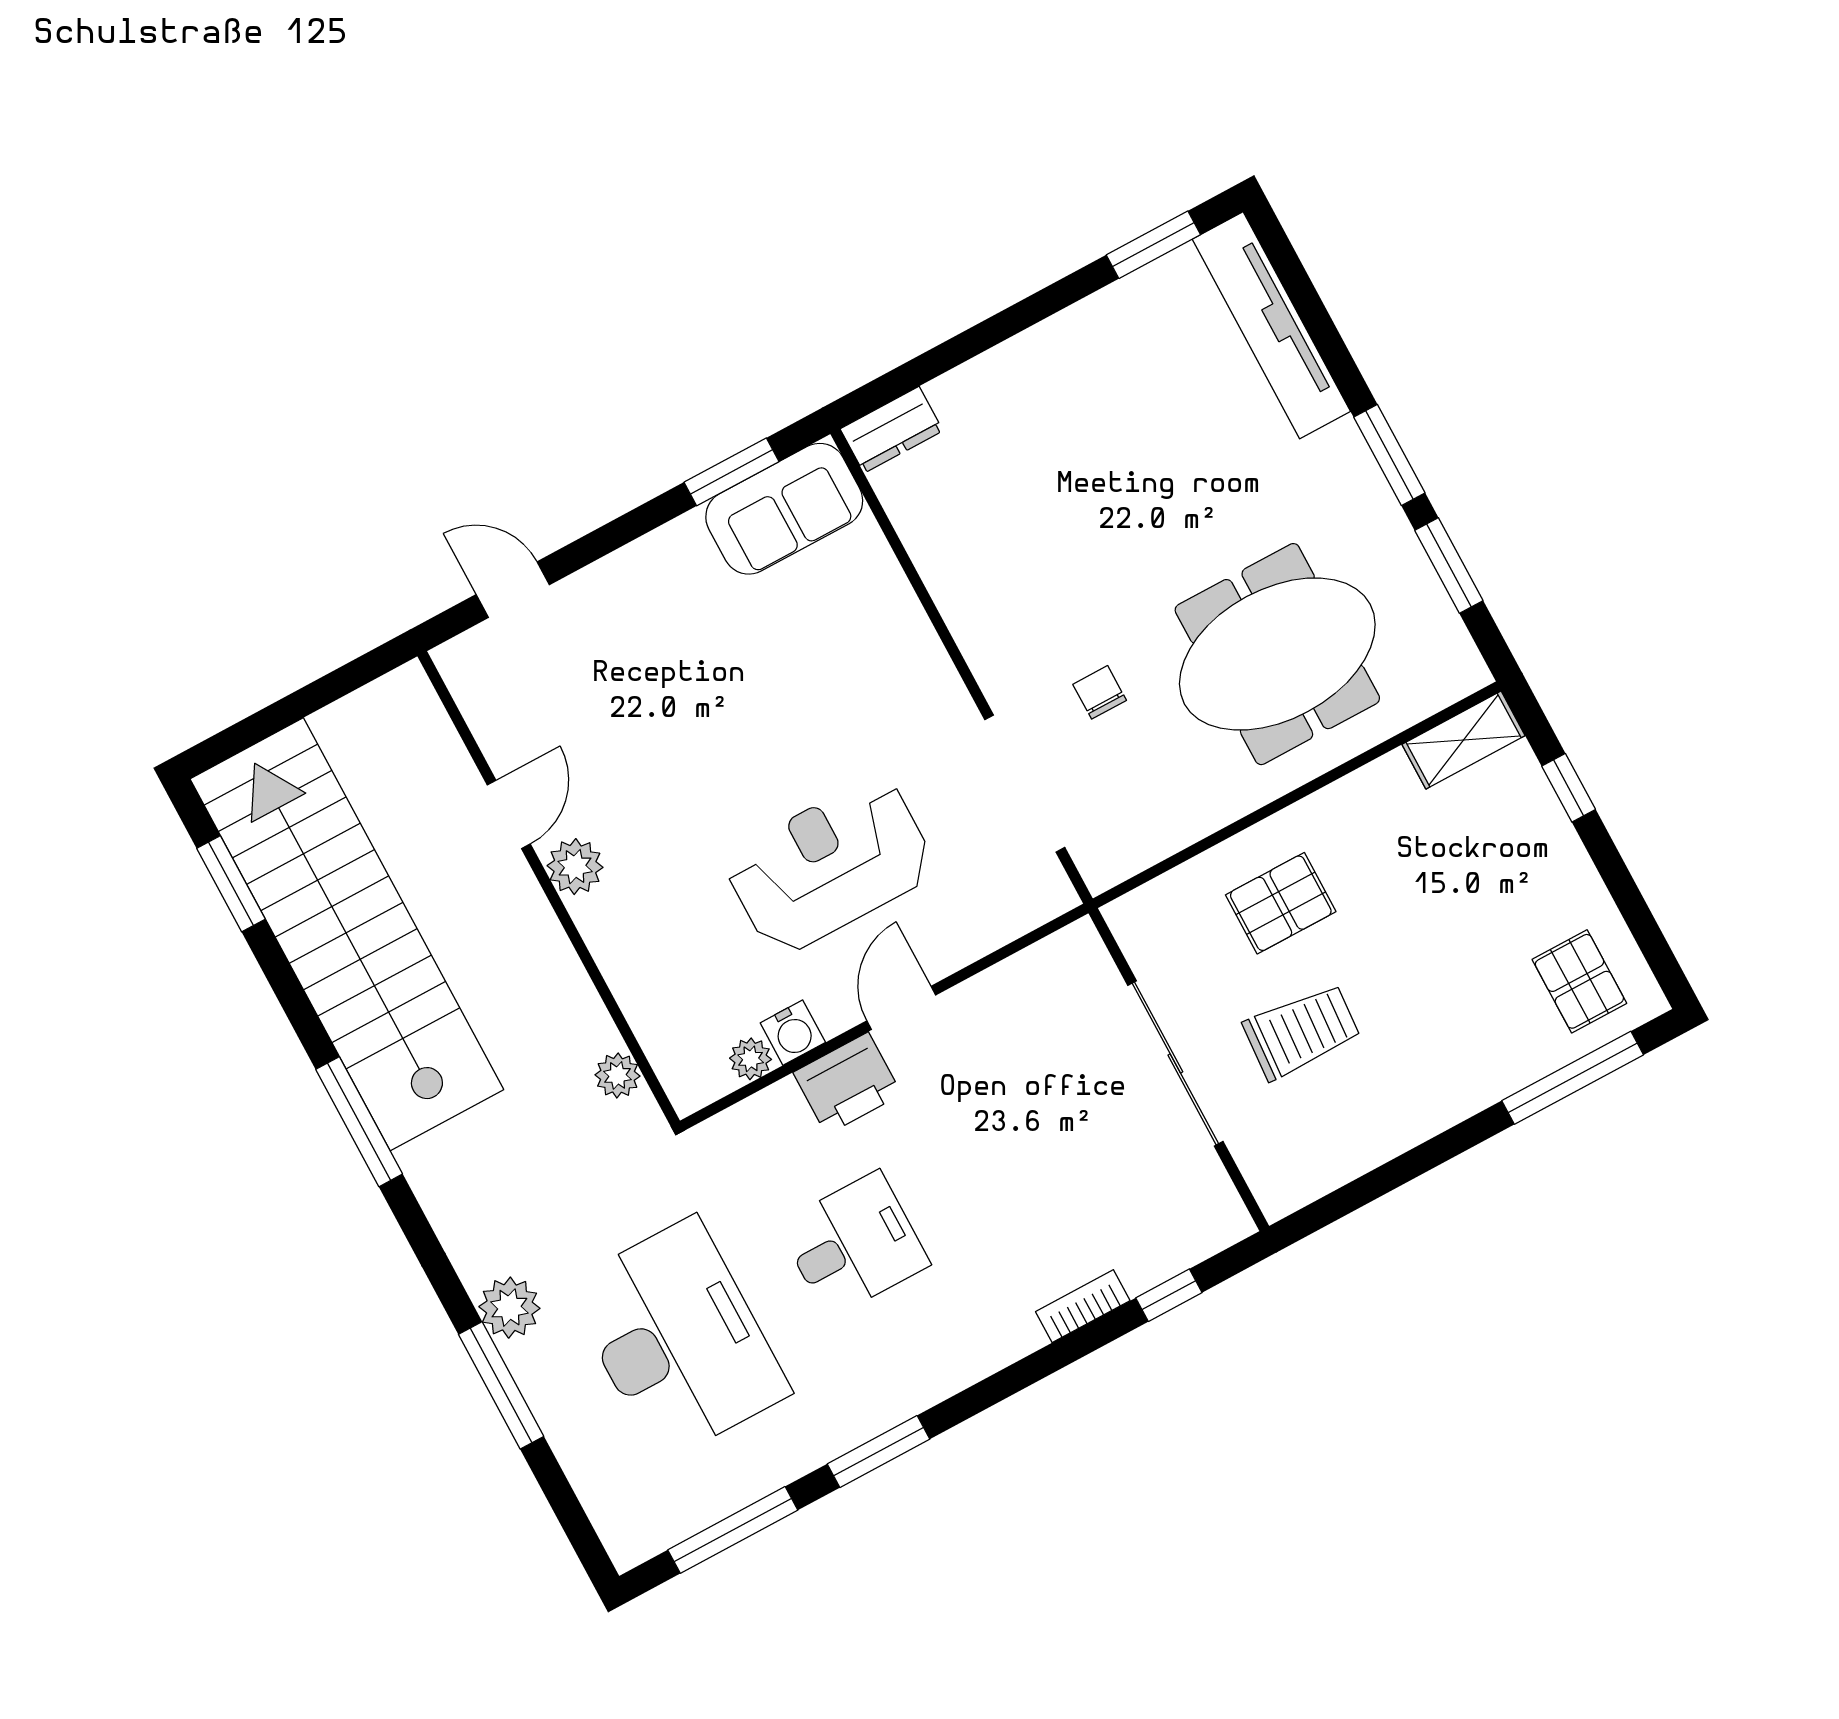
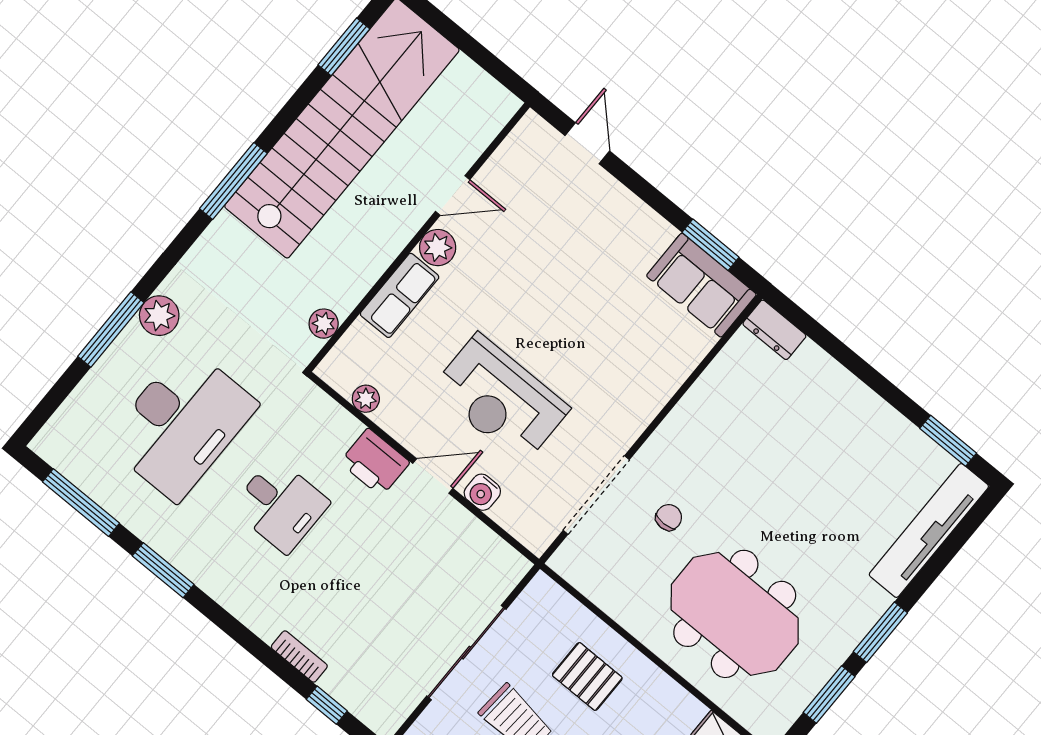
reception desk: (830, 865) -> (500, 399), turned 180
row of seats: (622, 949) -> (400, 295), added
water cooler: (793, 1033) -> (482, 492), moved

